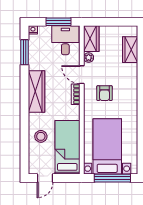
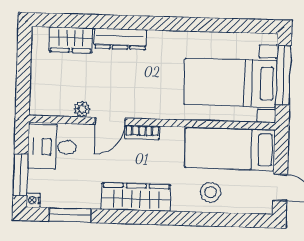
window: (58, 22) -> (21, 175), moved
wardrobe: (91, 39) -> (51, 104), removed
dresser: (131, 79) -> (120, 39), added
armchair: (104, 93) -> (142, 84), removed

